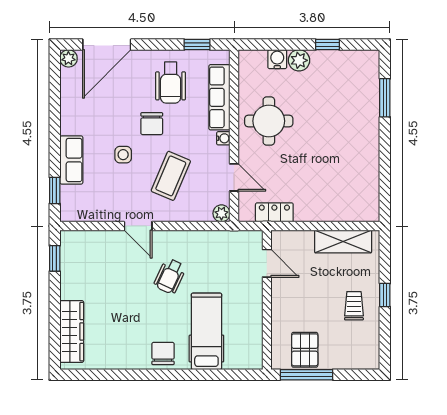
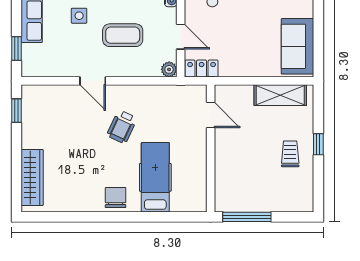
coffee table: (171, 176) -> (123, 35), turned 67
sofa: (362, 188) -> (298, 46), added
locker: (274, 212) -> (202, 69), moved
pallet: (305, 350) -> (245, 194), removed

